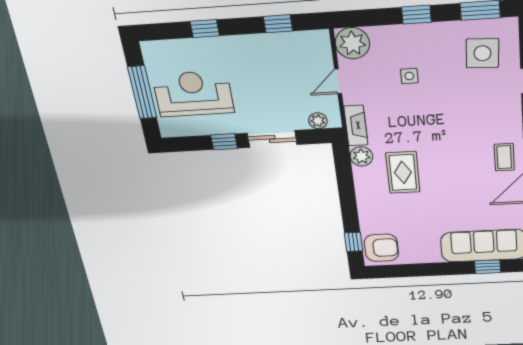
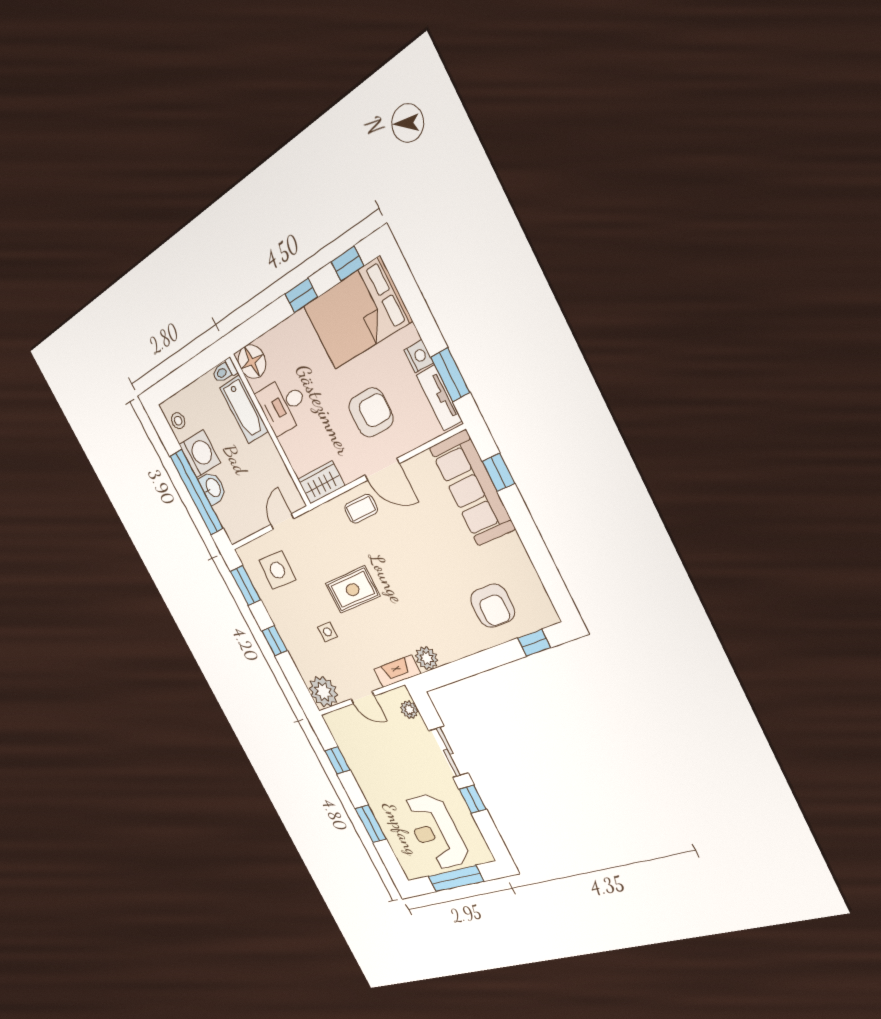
window: (205, 29) -> (371, 824), width x1.50
rug: (403, 172) -> (353, 590), moved
armchair: (381, 248) -> (493, 606), moved, turned 180

